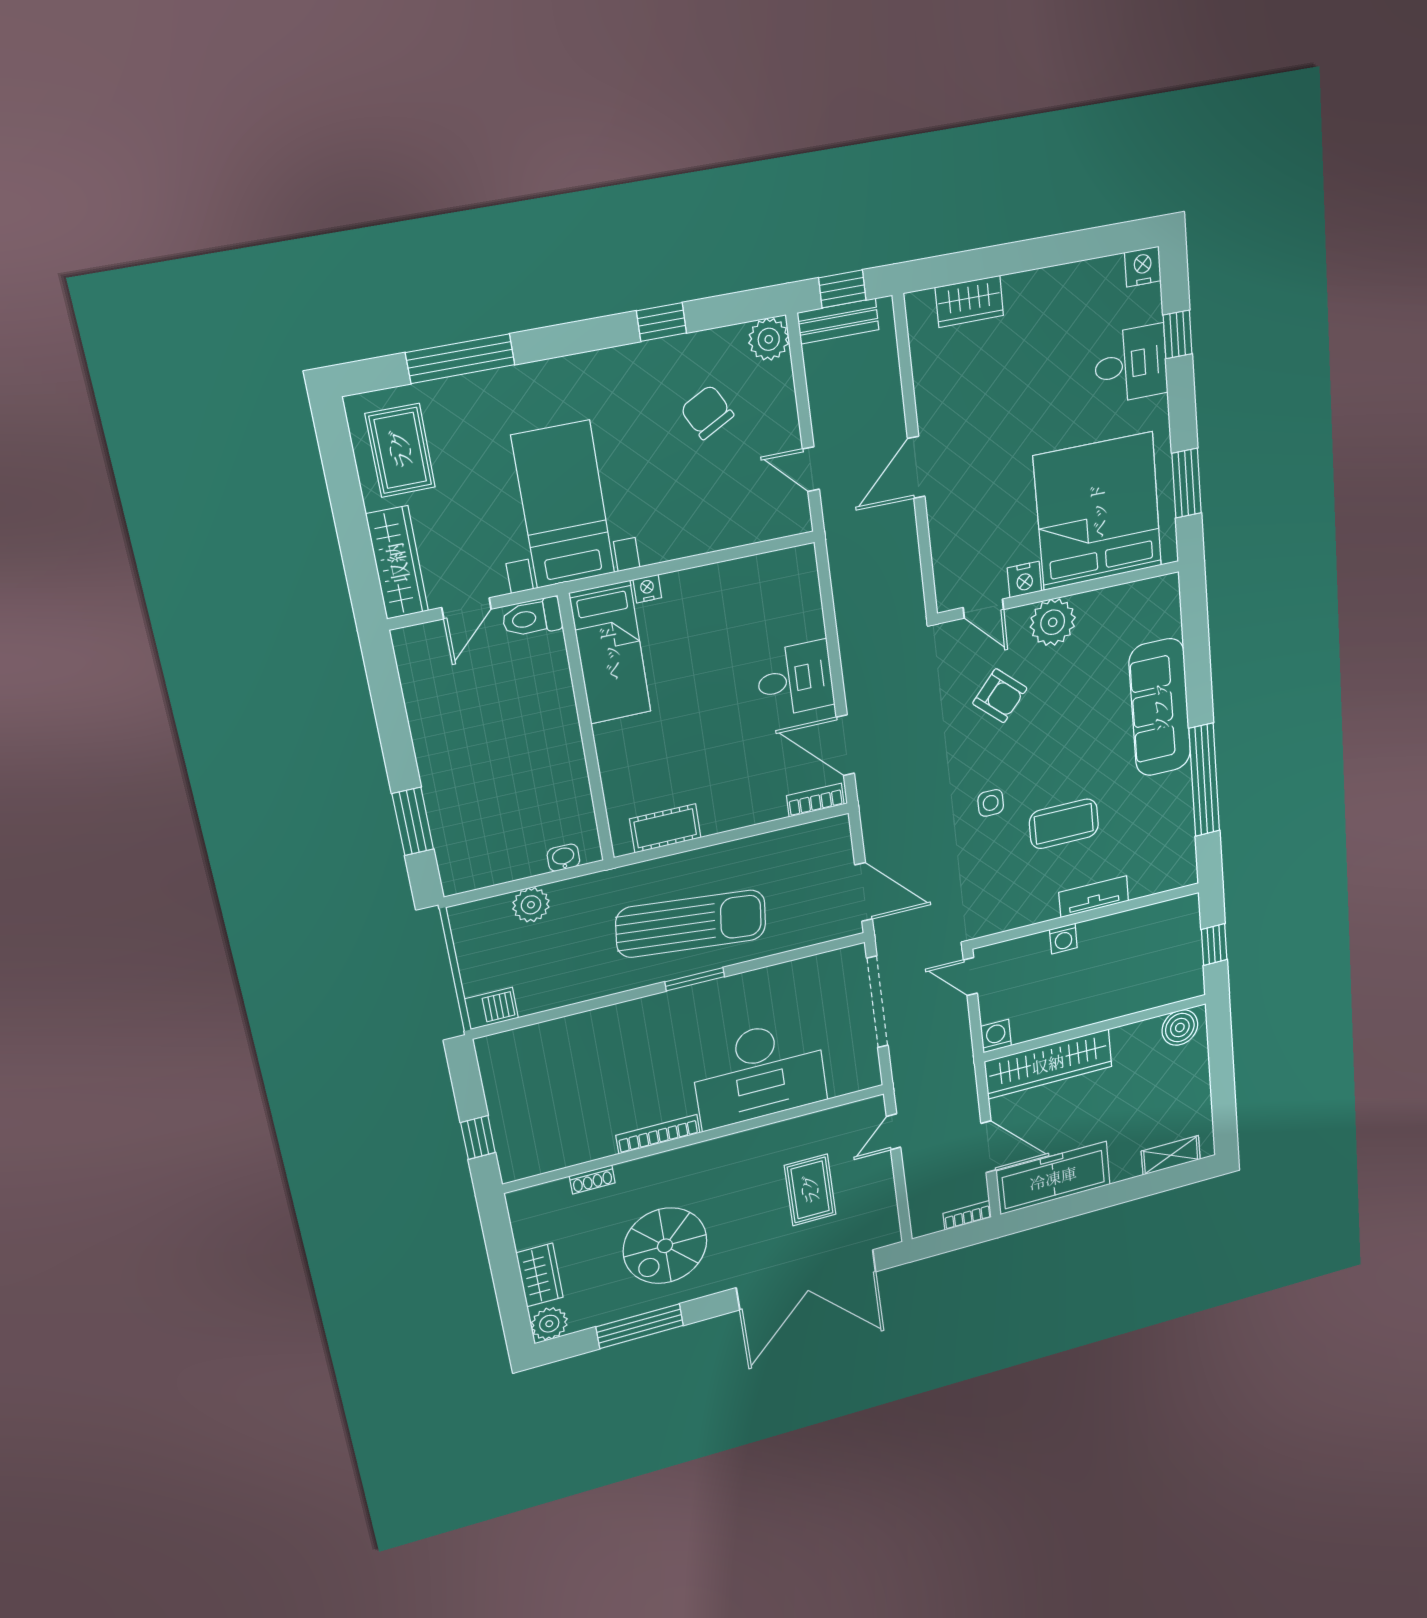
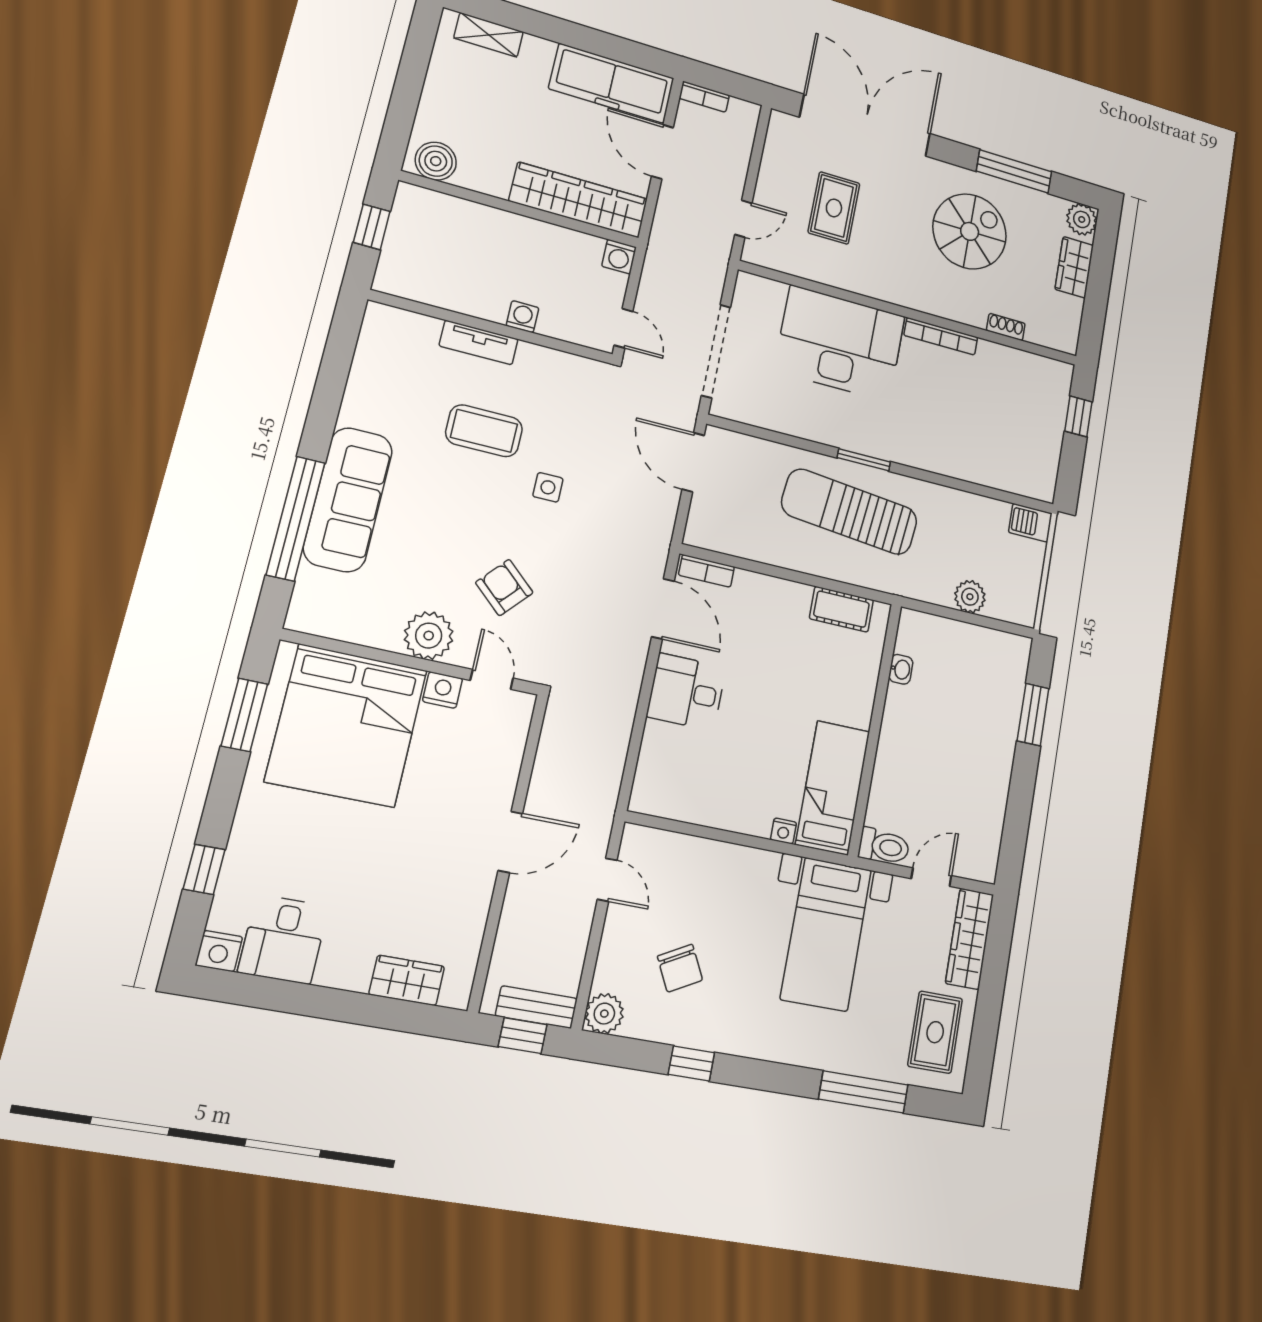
desk: (1131, 364) -> (283, 939), moved, turned -90
window: (1204, 780) -> (296, 518), moved
washbasin: (563, 858) -> (901, 669), moved, turned -90

